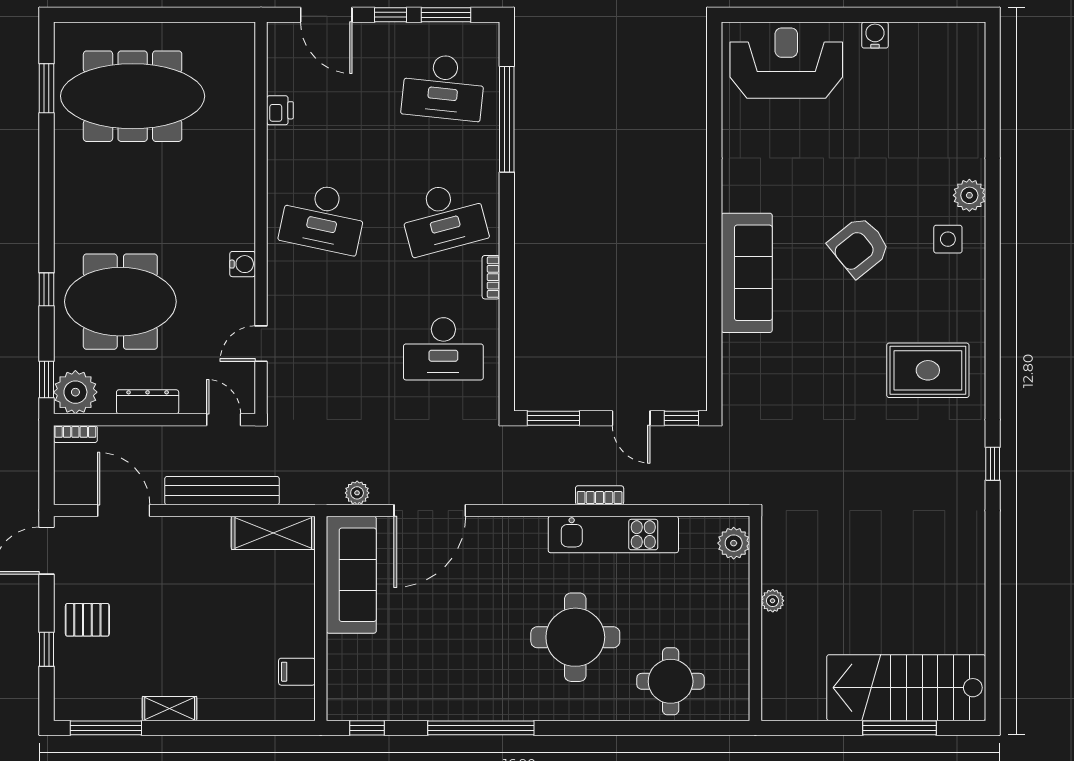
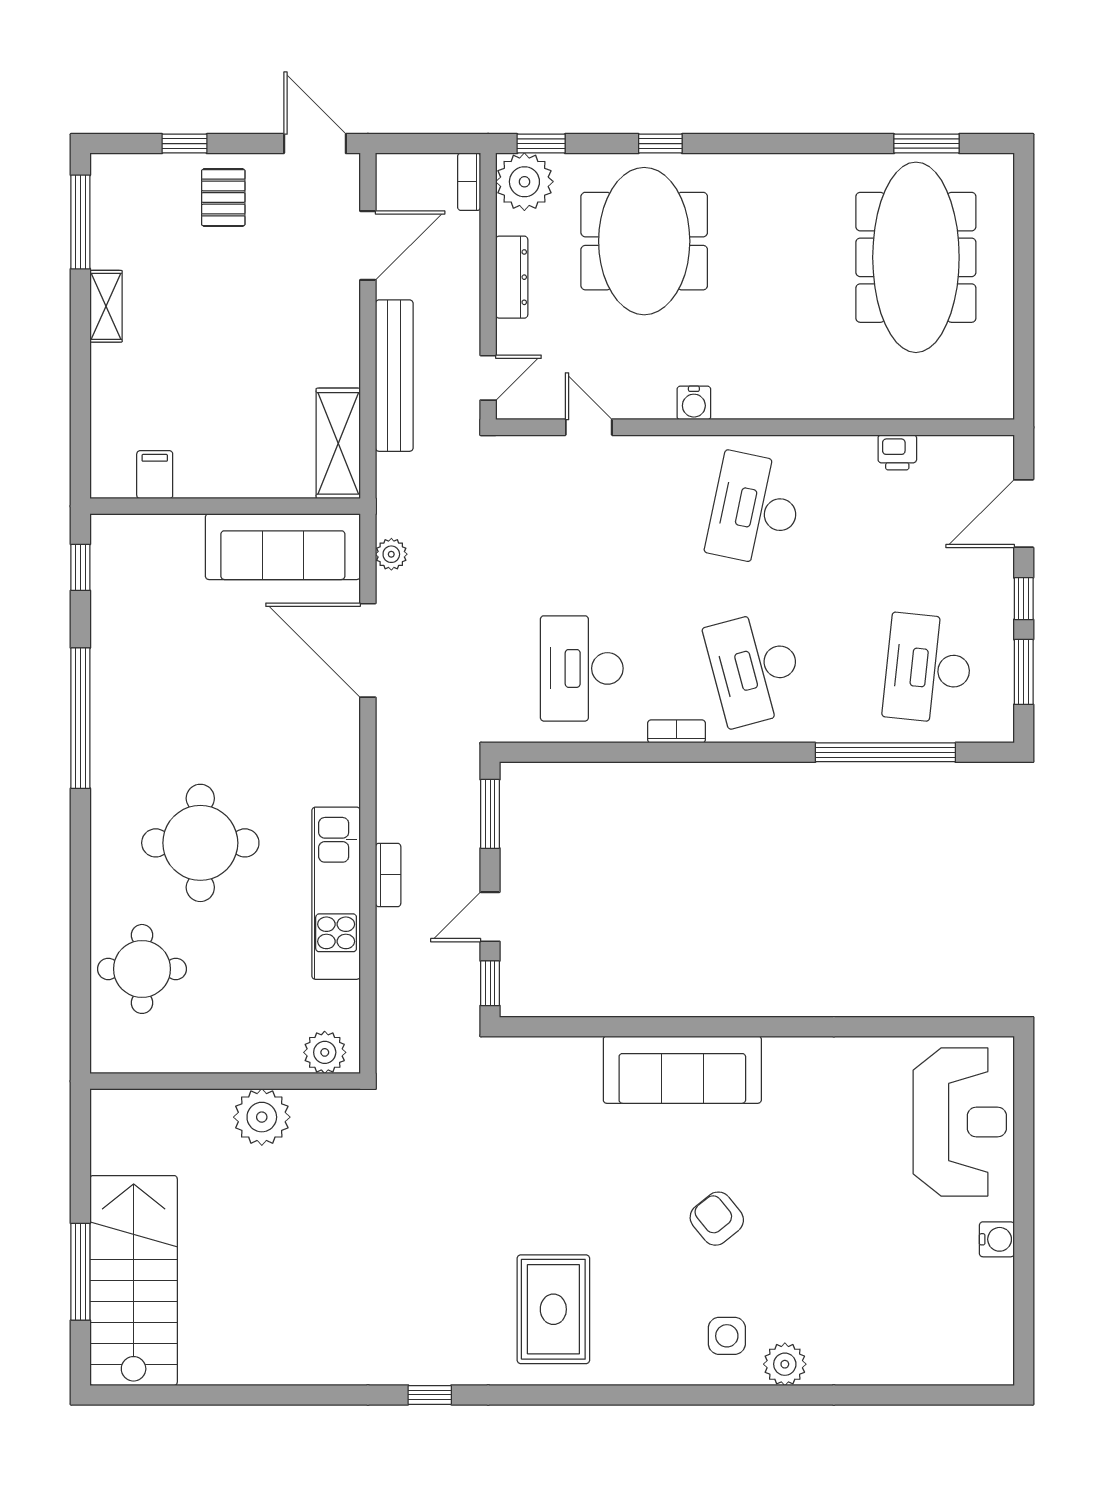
armchair: (859, 247) -> (717, 1219), width x0.72, depth x0.72
plant: (773, 601) -> (262, 1117), width x1.88, depth x1.88

